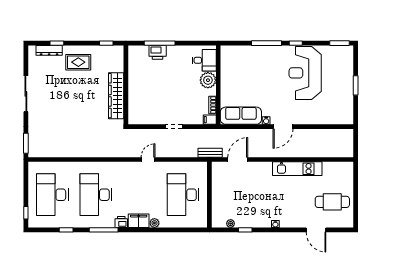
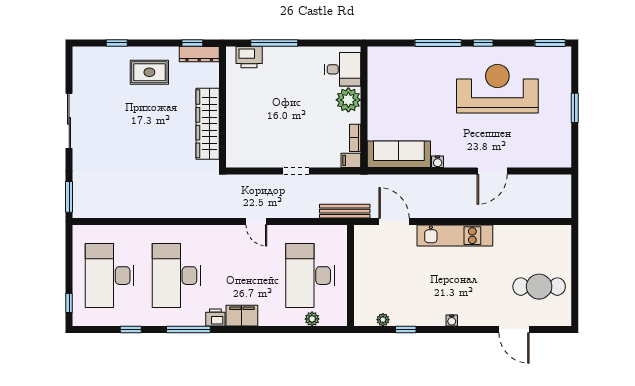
dresser: (49, 50) -> (199, 54), moved
printer: (158, 52) -> (249, 57), moved
reception desk: (305, 73) -> (497, 89), turned 90
door: (283, 127) -> (492, 171), moved
bench: (210, 153) -> (345, 211), width x1.36
door: (148, 160) -> (256, 222), swing flipped
door: (238, 160) -> (394, 222), hinge flipped
kitchen unit: (297, 169) -> (455, 236), moved
plant: (154, 223) -> (312, 319), moved

